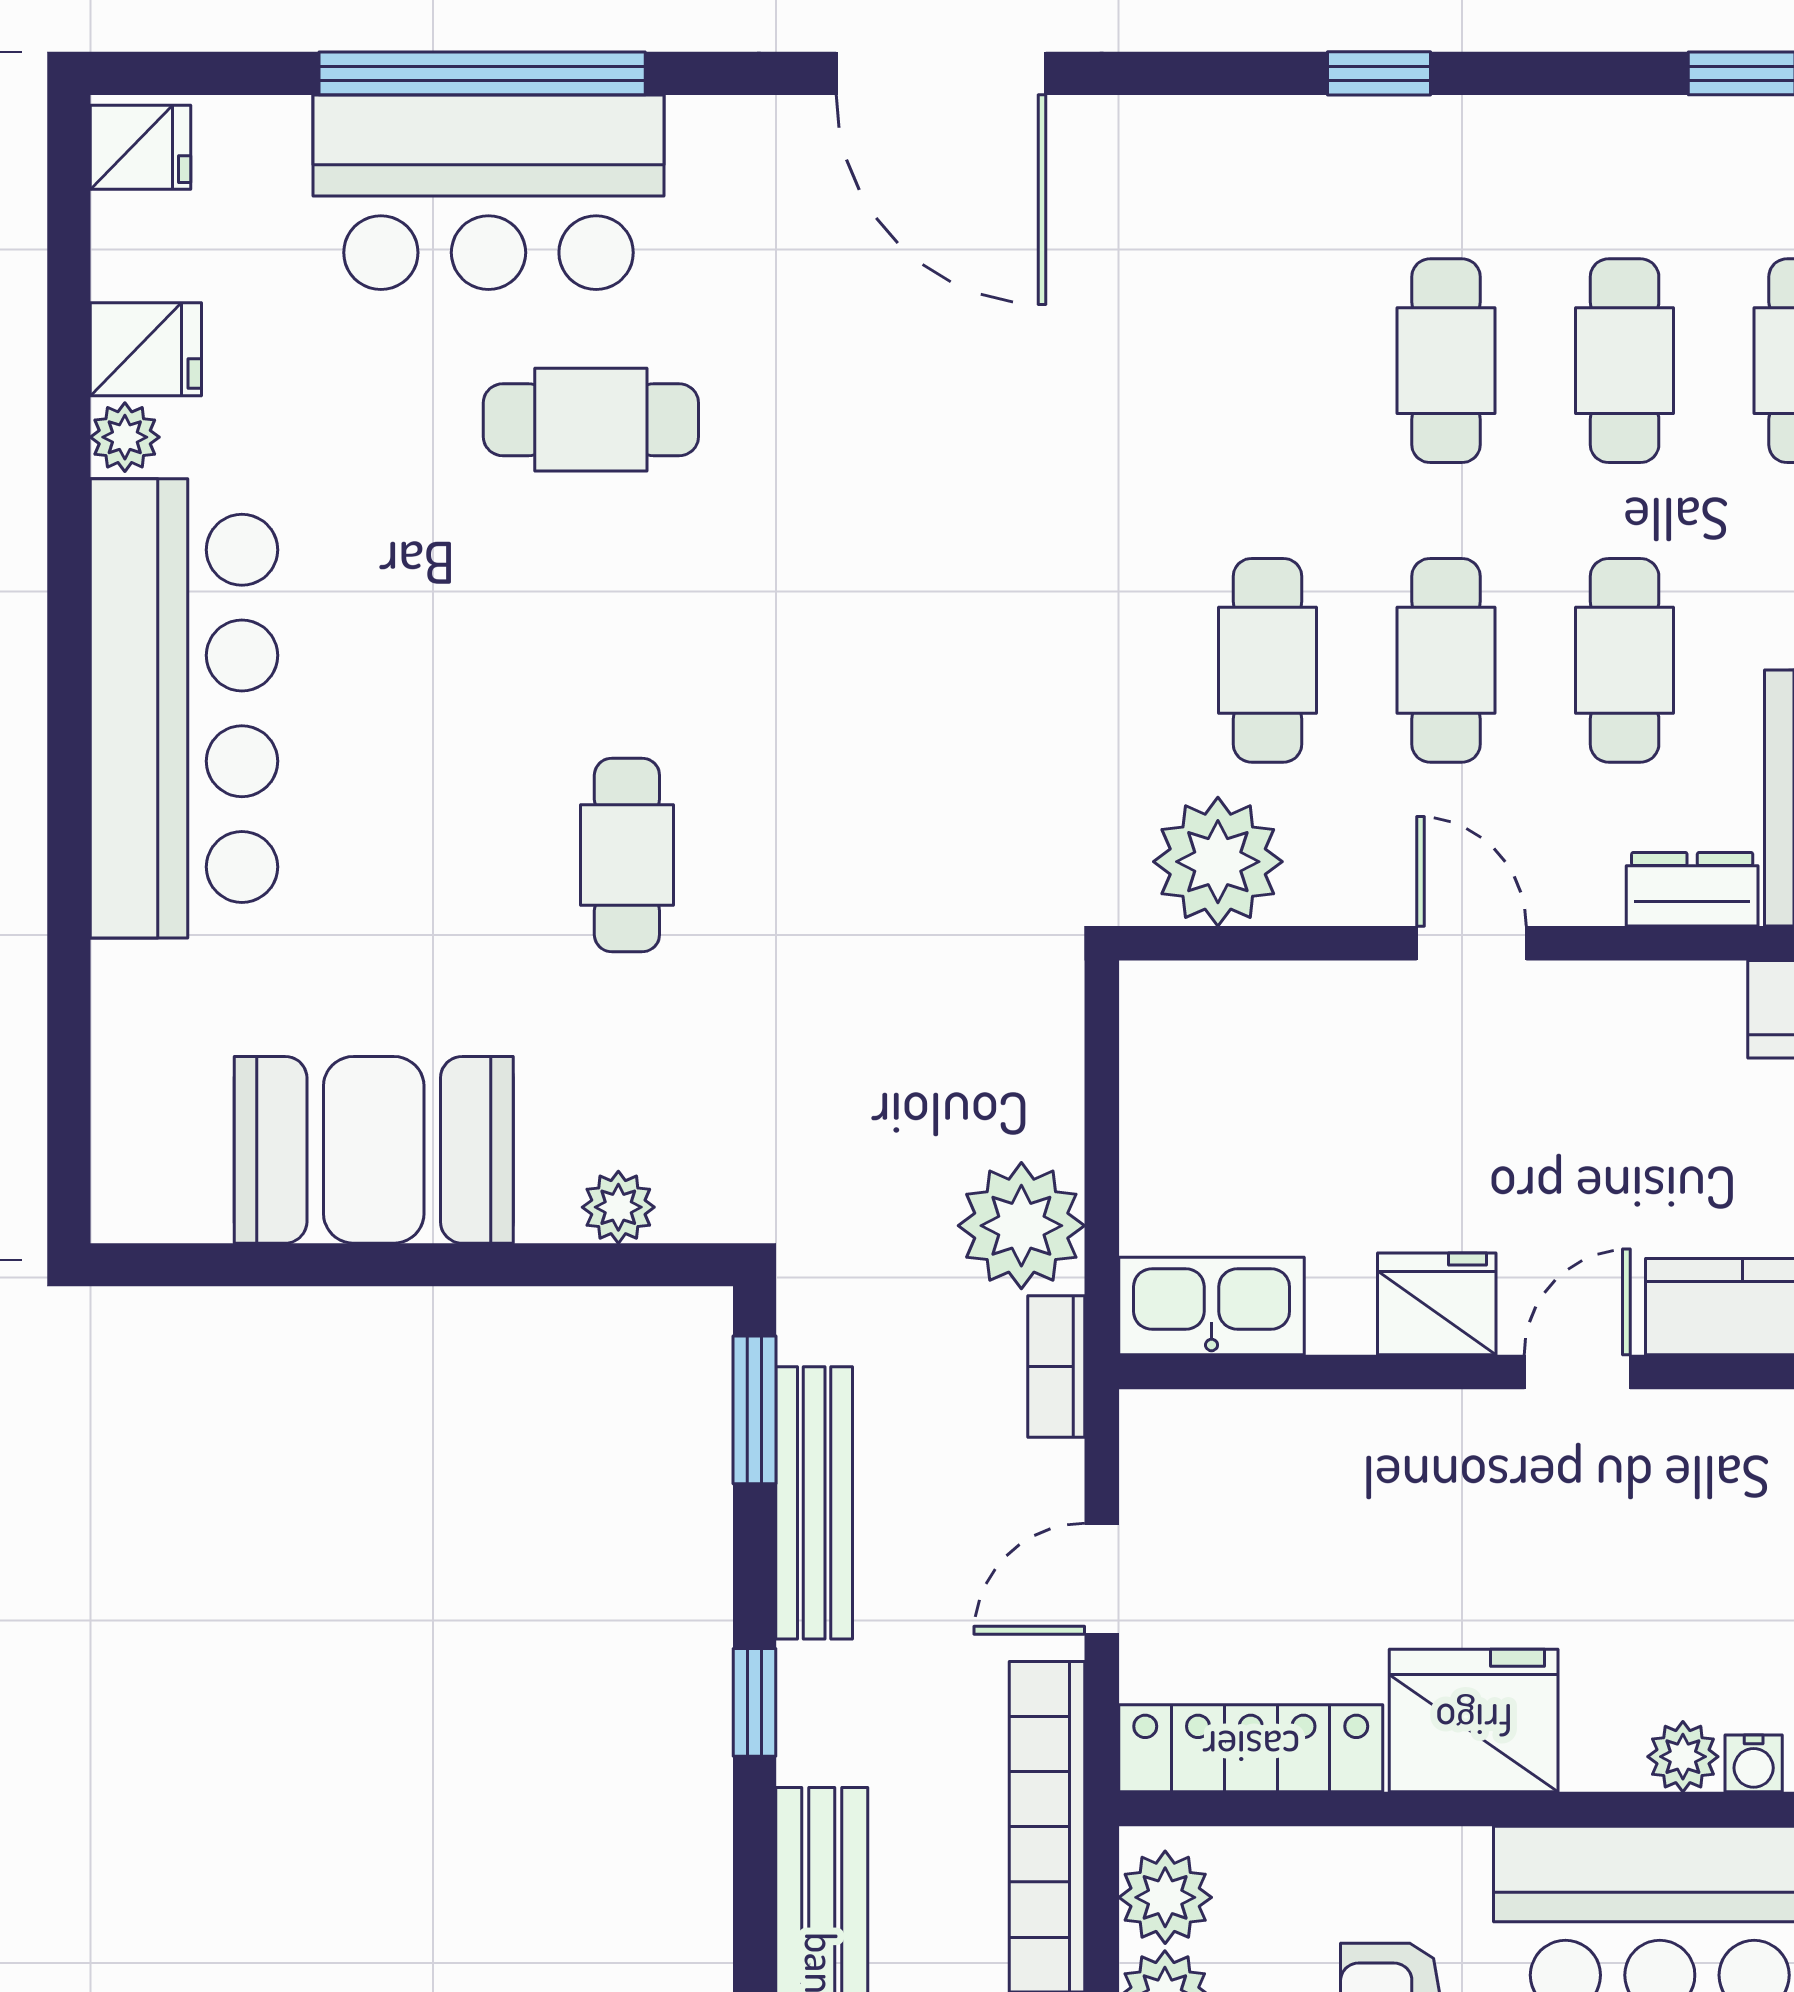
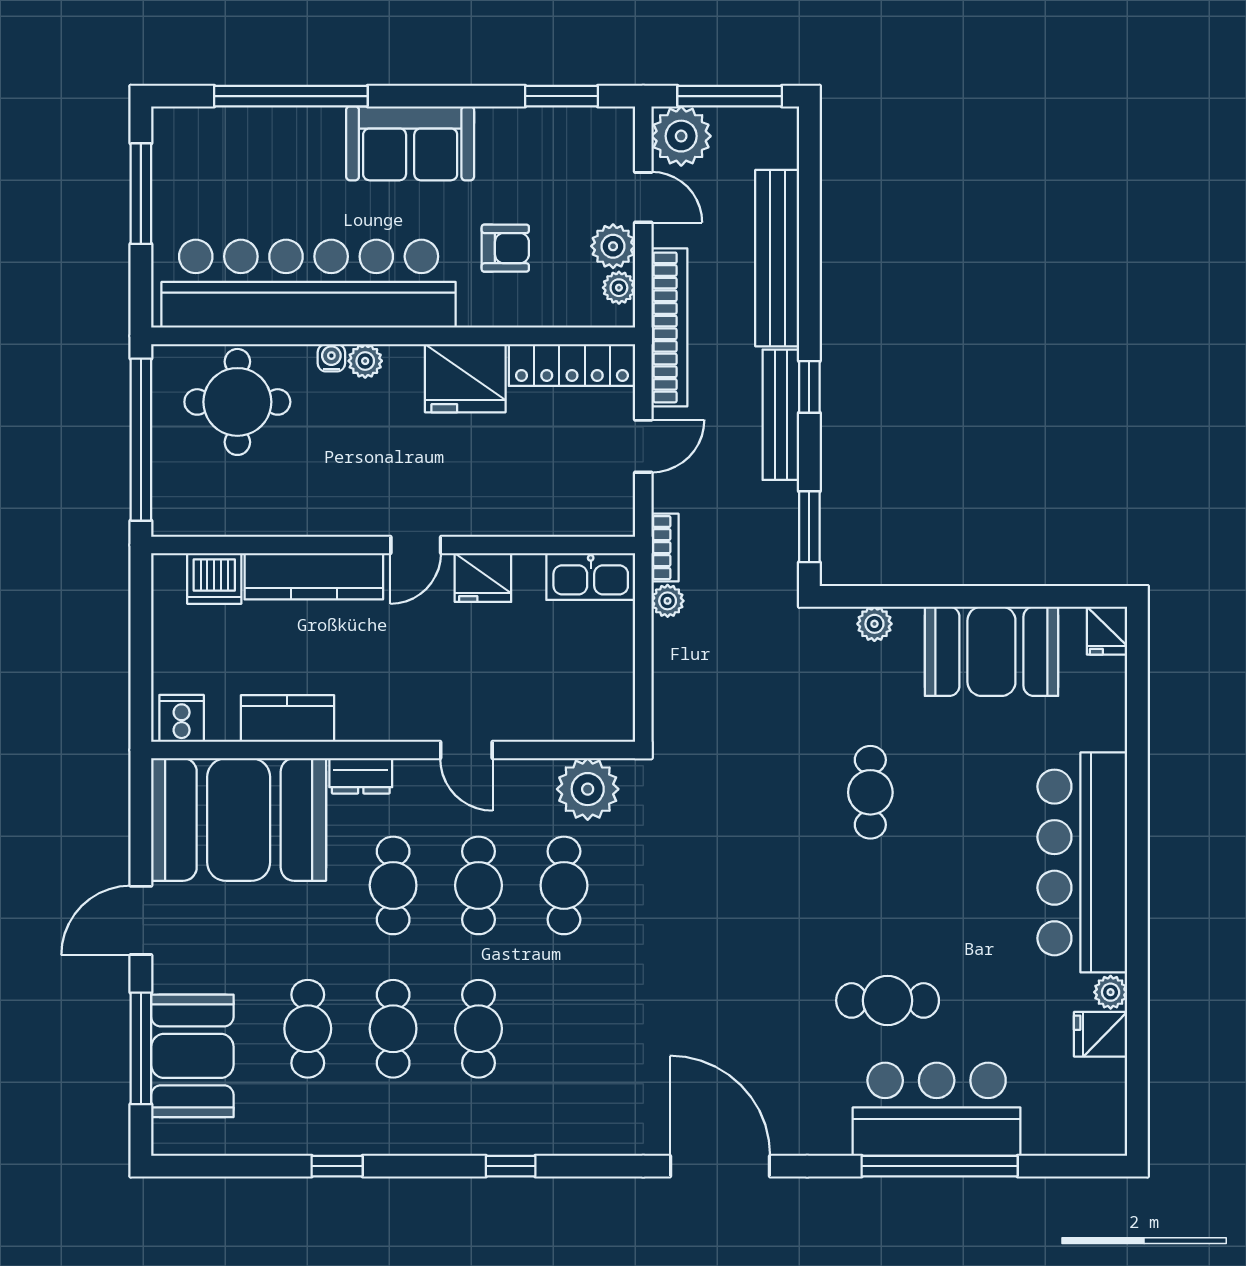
fridge: (140, 147) -> (1107, 631), moved, turned -90
plant: (1021, 1226) -> (668, 601), width x0.53, depth x0.53
bench: (814, 1503) -> (781, 415), moved
plant: (1165, 1897) -> (619, 288), width x0.73, depth x0.73

